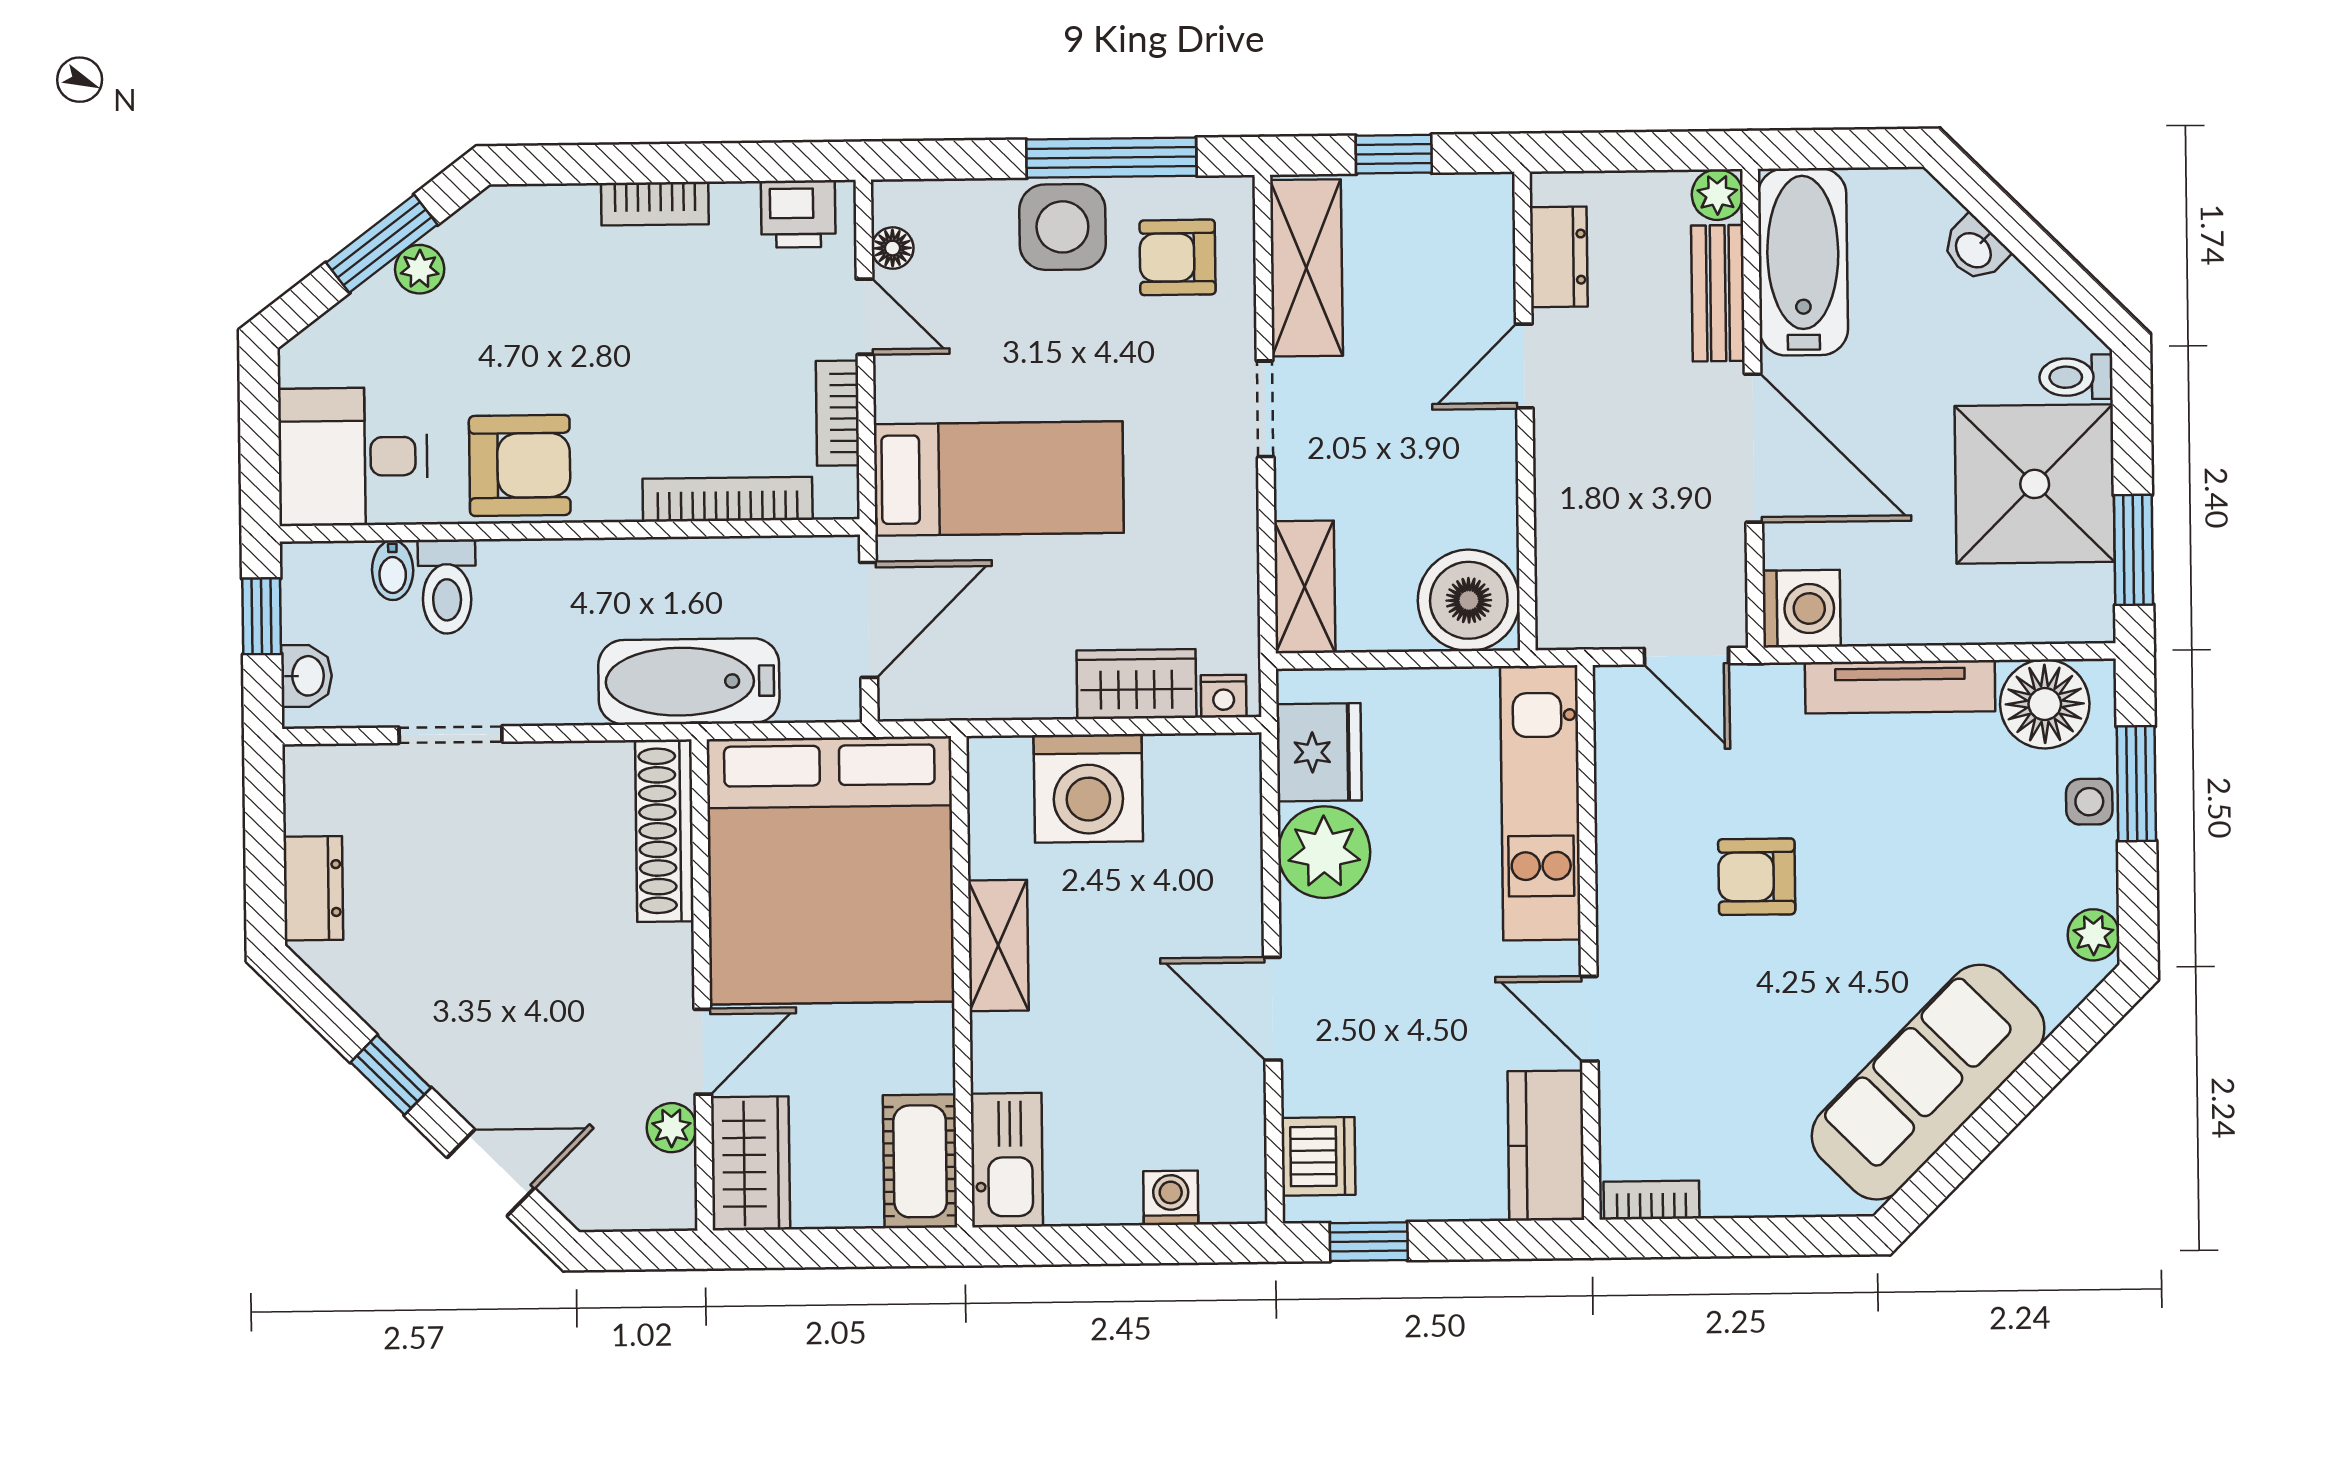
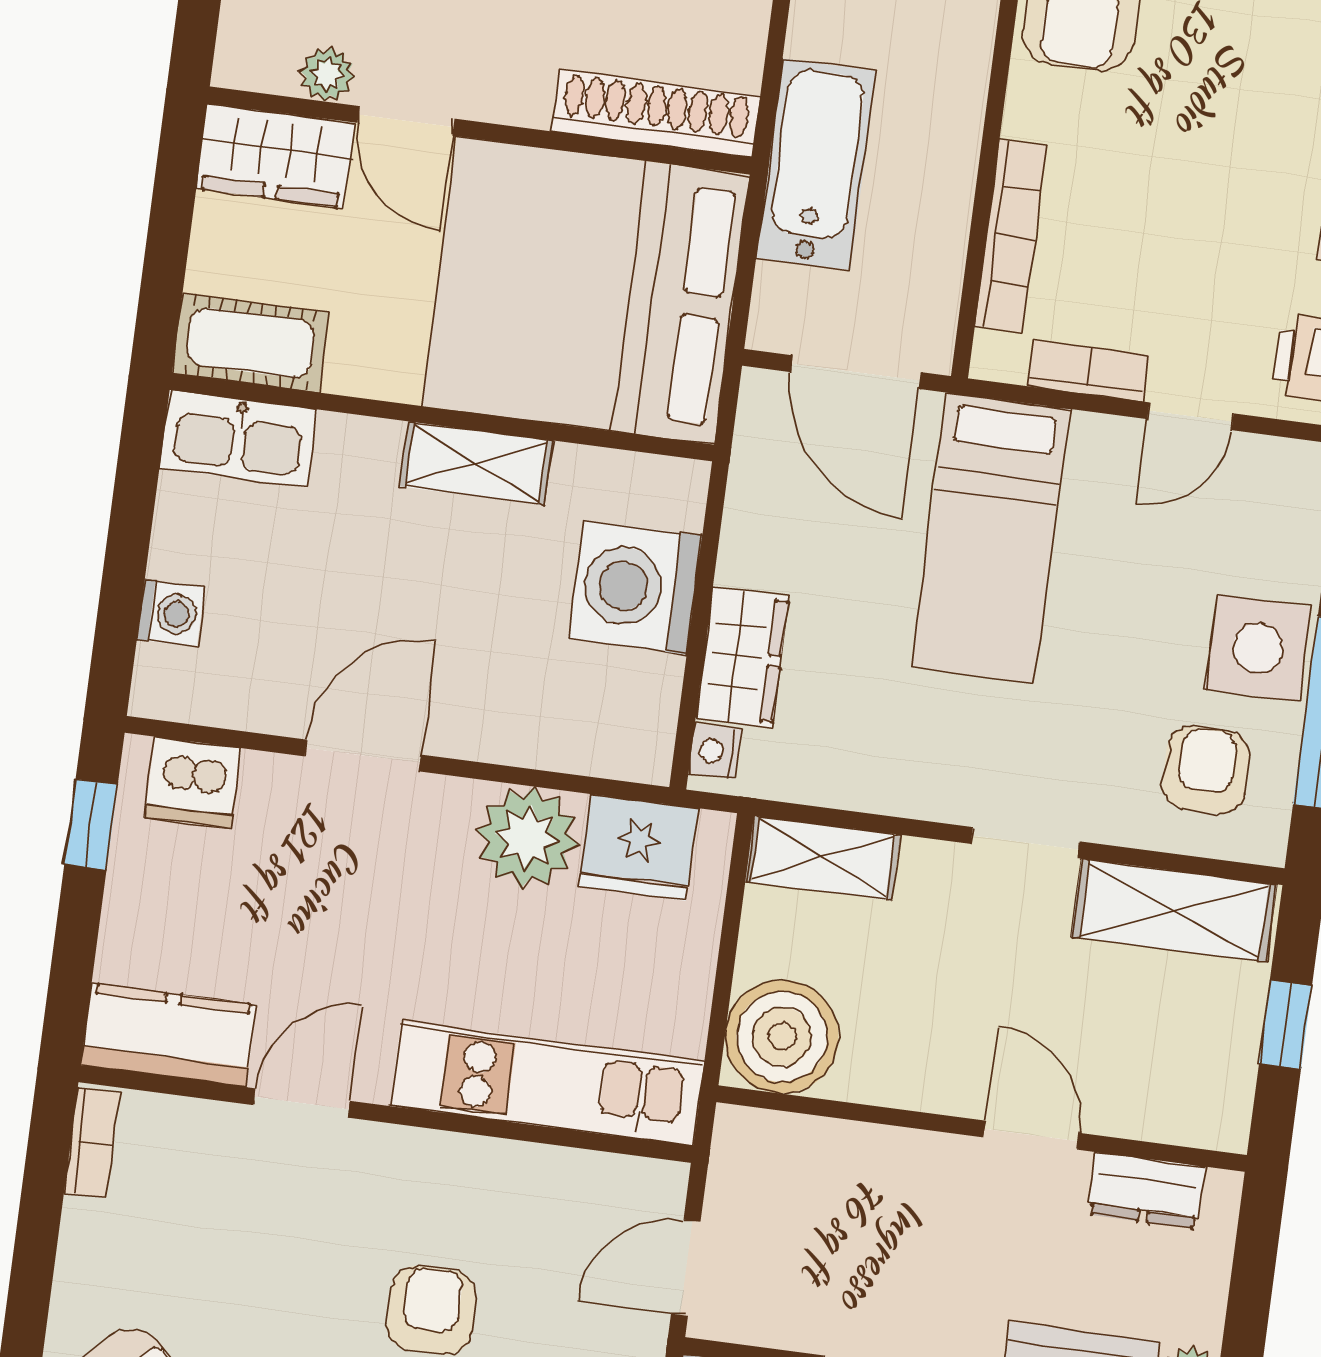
floor lamp: (893, 248) -> (1262, 457), removed

